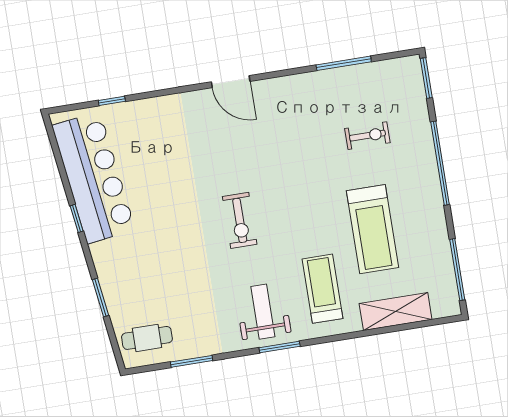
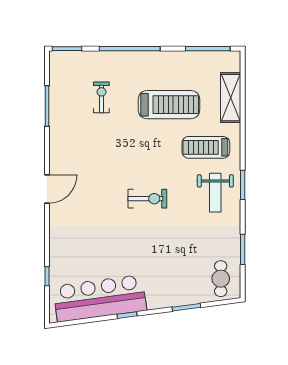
weight bench: (263, 312) -> (215, 193), turned -90

